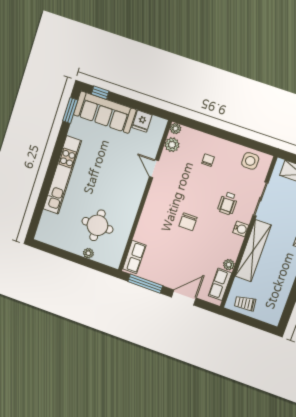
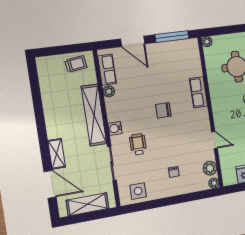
chair: (188, 222) -> (163, 110), turned -90
plant: (88, 253) -> (207, 42), moved
row of seats: (134, 257) -> (199, 92), moved
door: (184, 297) -> (133, 41), hinge flipped

